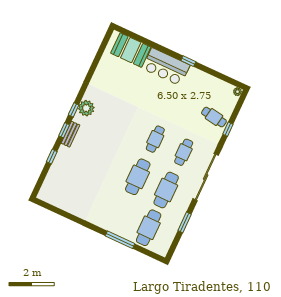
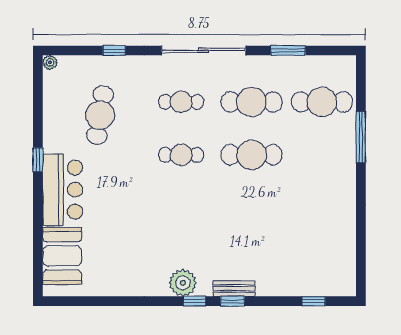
cafe table: (214, 117) -> (100, 115), moved, width x1.37, depth x1.35
window: (52, 157) -> (314, 301), moved

